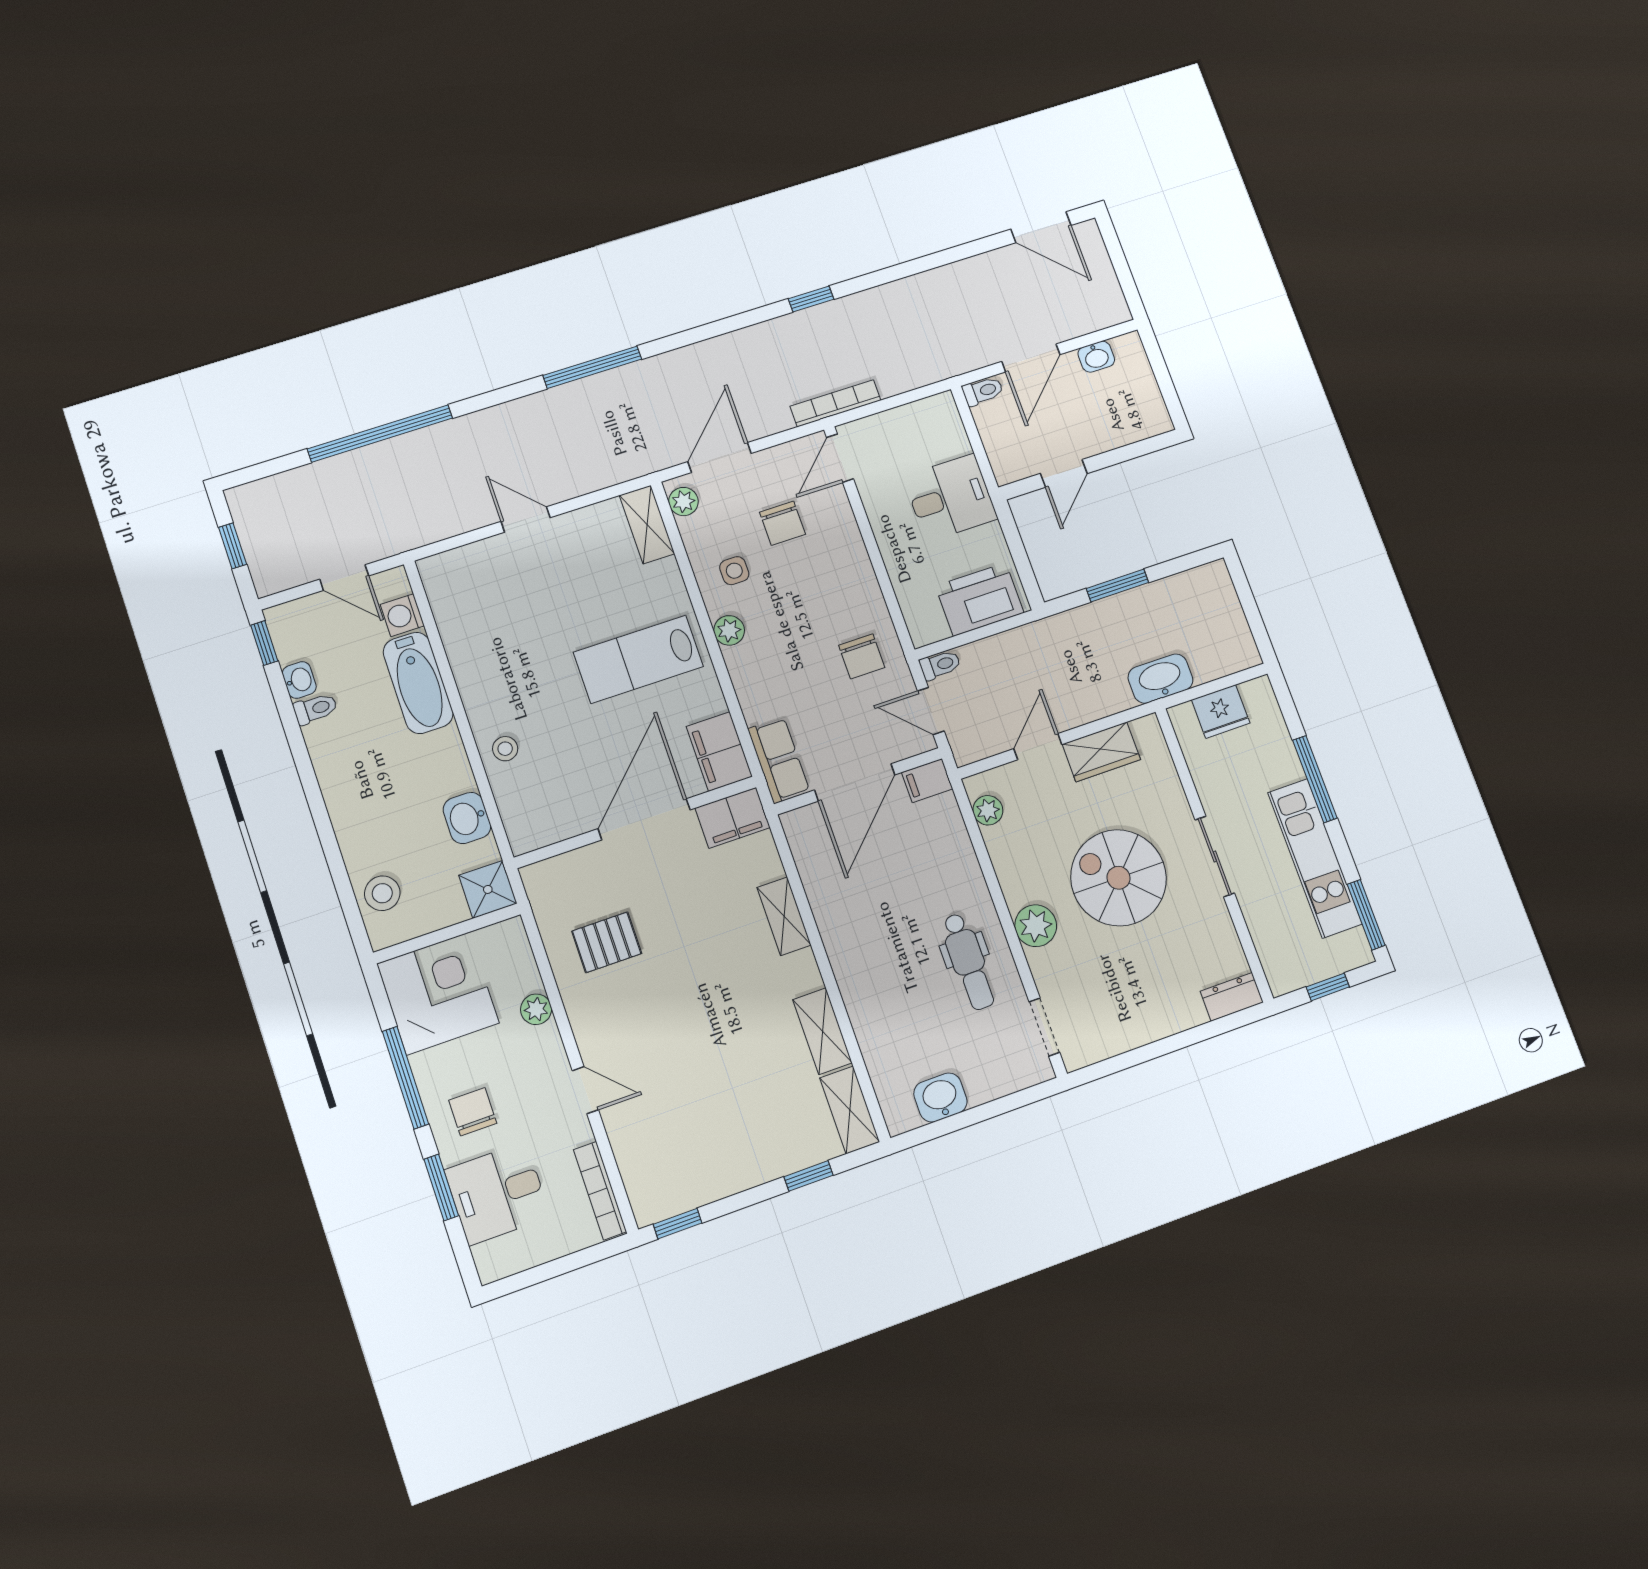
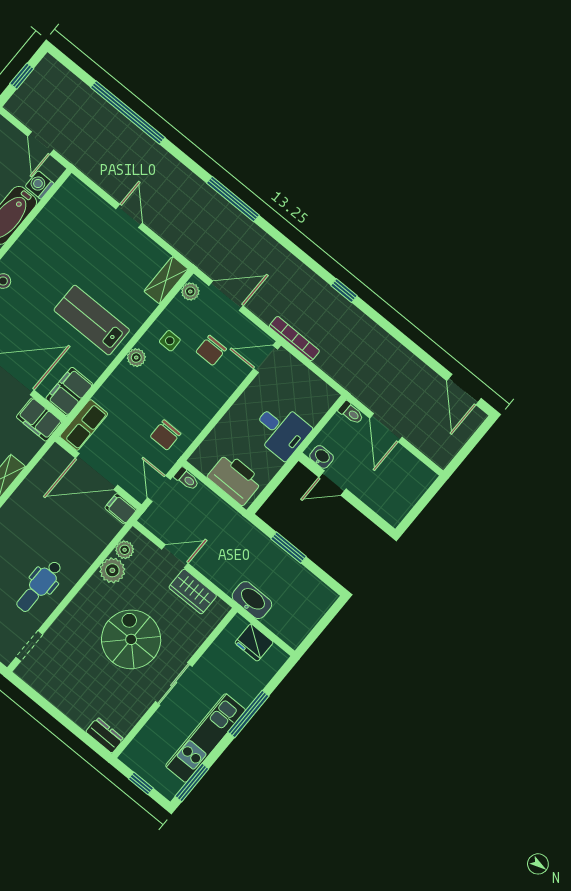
washbasin: (1096, 357) -> (322, 457), moved, turned 180
door: (1031, 358) -> (386, 428), hinge flipped
plant: (1036, 926) -> (112, 570), moved

